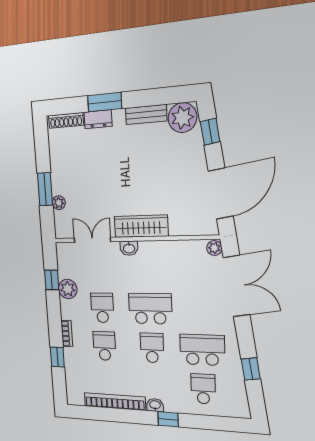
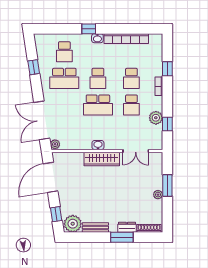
plant: (59, 203) -> (158, 195), moved
washbasin: (129, 248) -> (98, 145), moved

